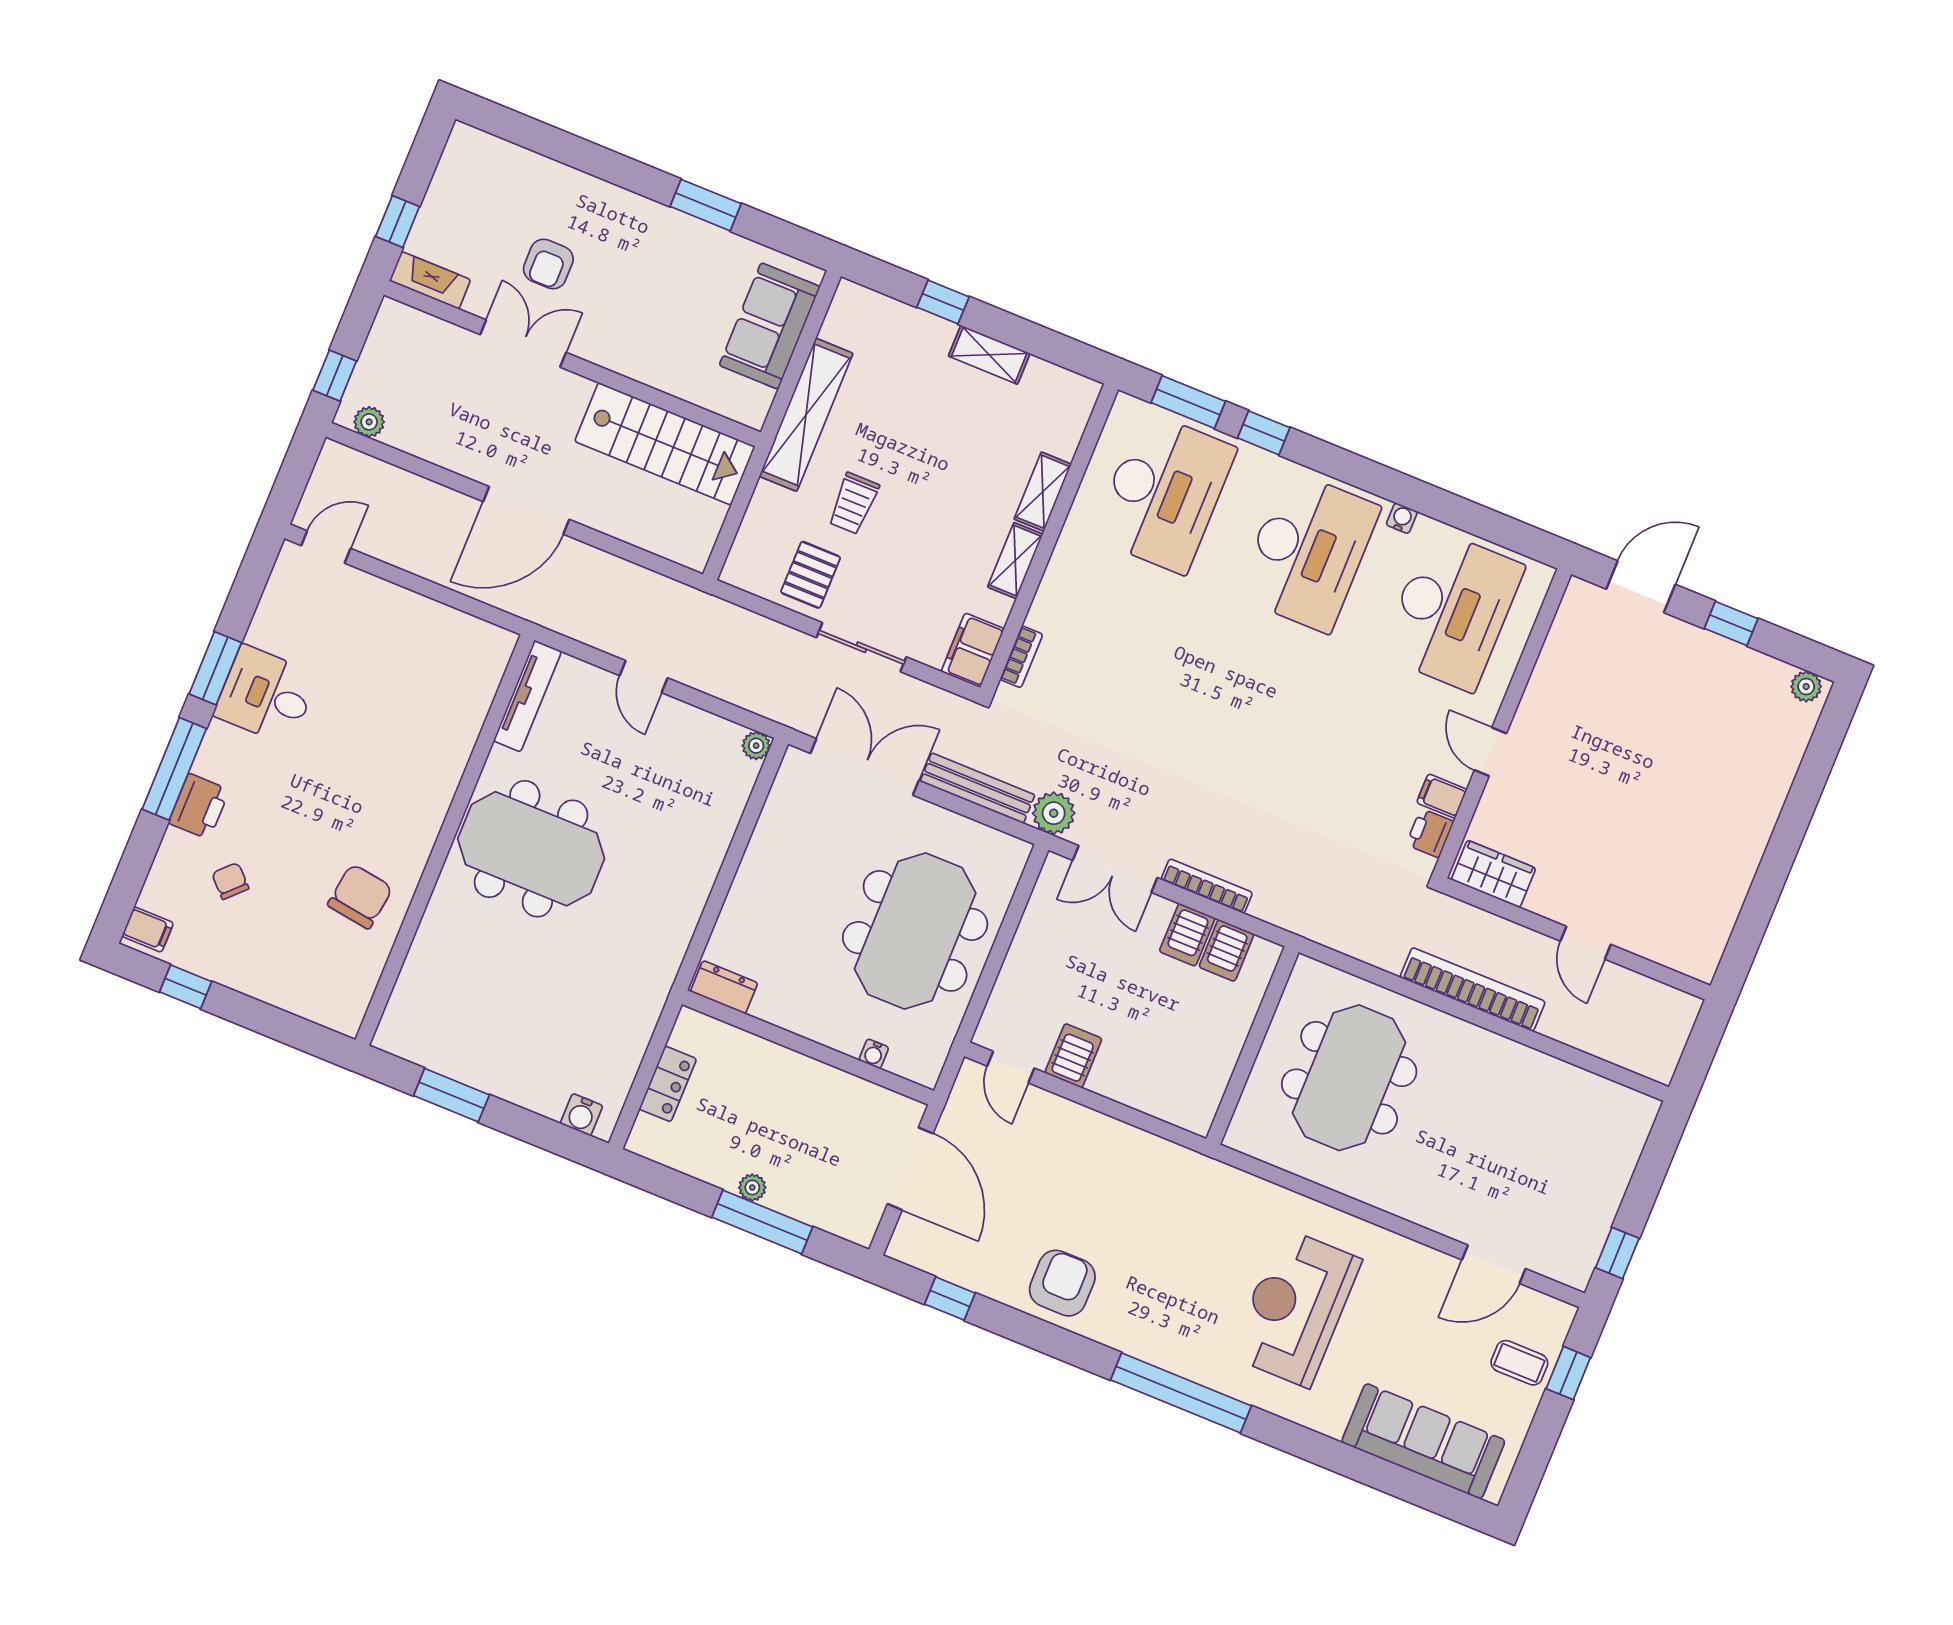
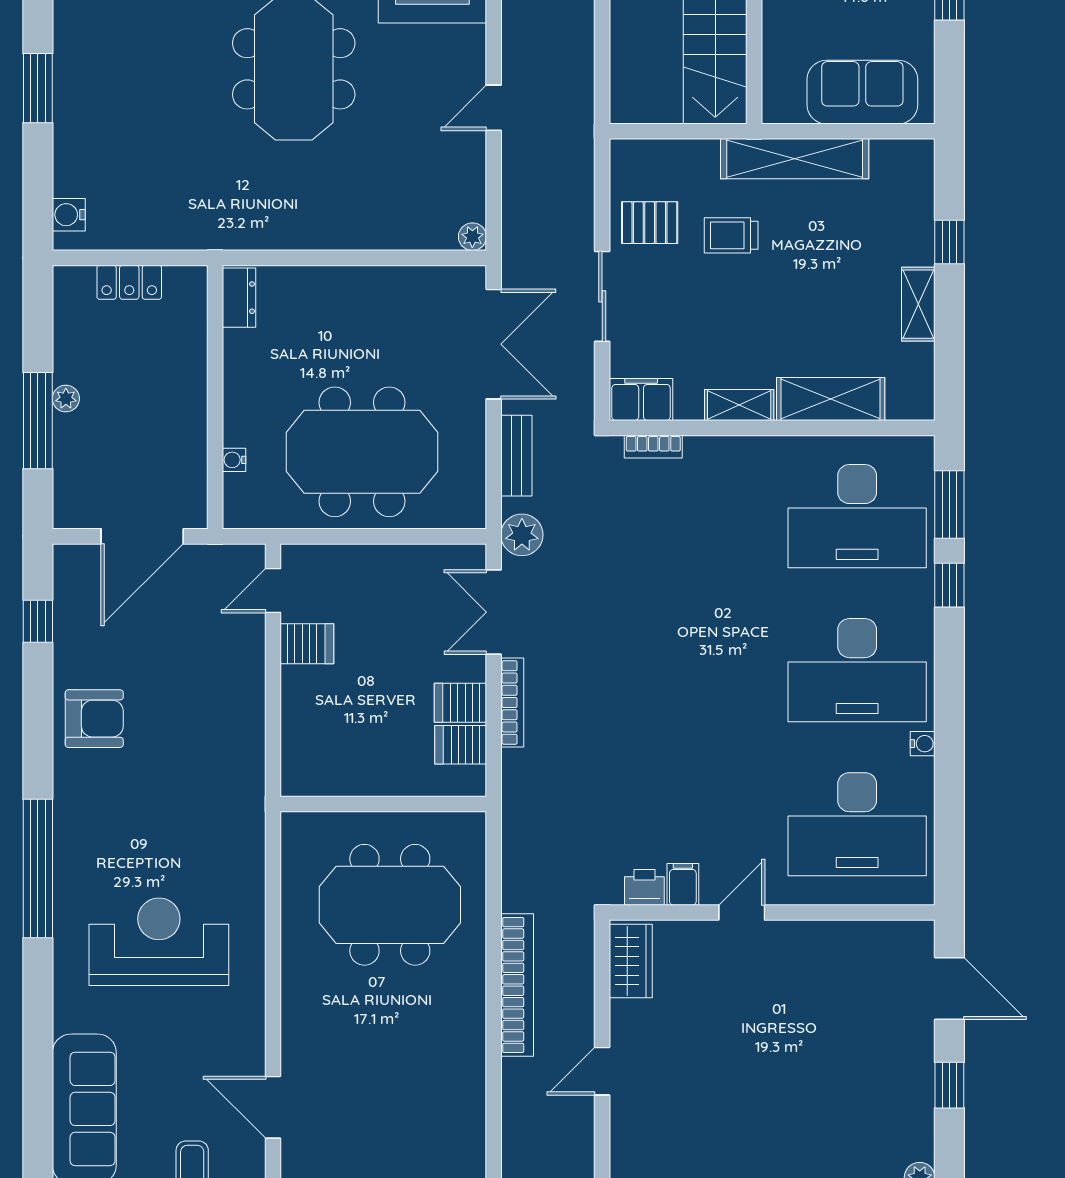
shelving: (1043, 492) -> (831, 399), width x1.50, depth x1.33
bench: (978, 788) -> (516, 456), width x0.73

